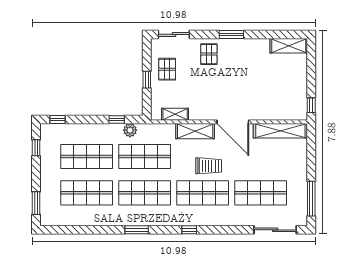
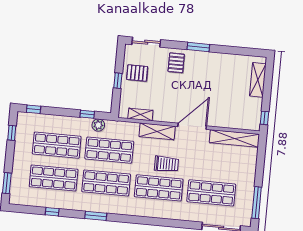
shelving: (289, 46) -> (258, 80), moved, turned 90
pallet: (167, 69) -> (137, 73), turned 90
door: (233, 122) -> (192, 126), swing flipped
window: (189, 230) -> (52, 212), moved

